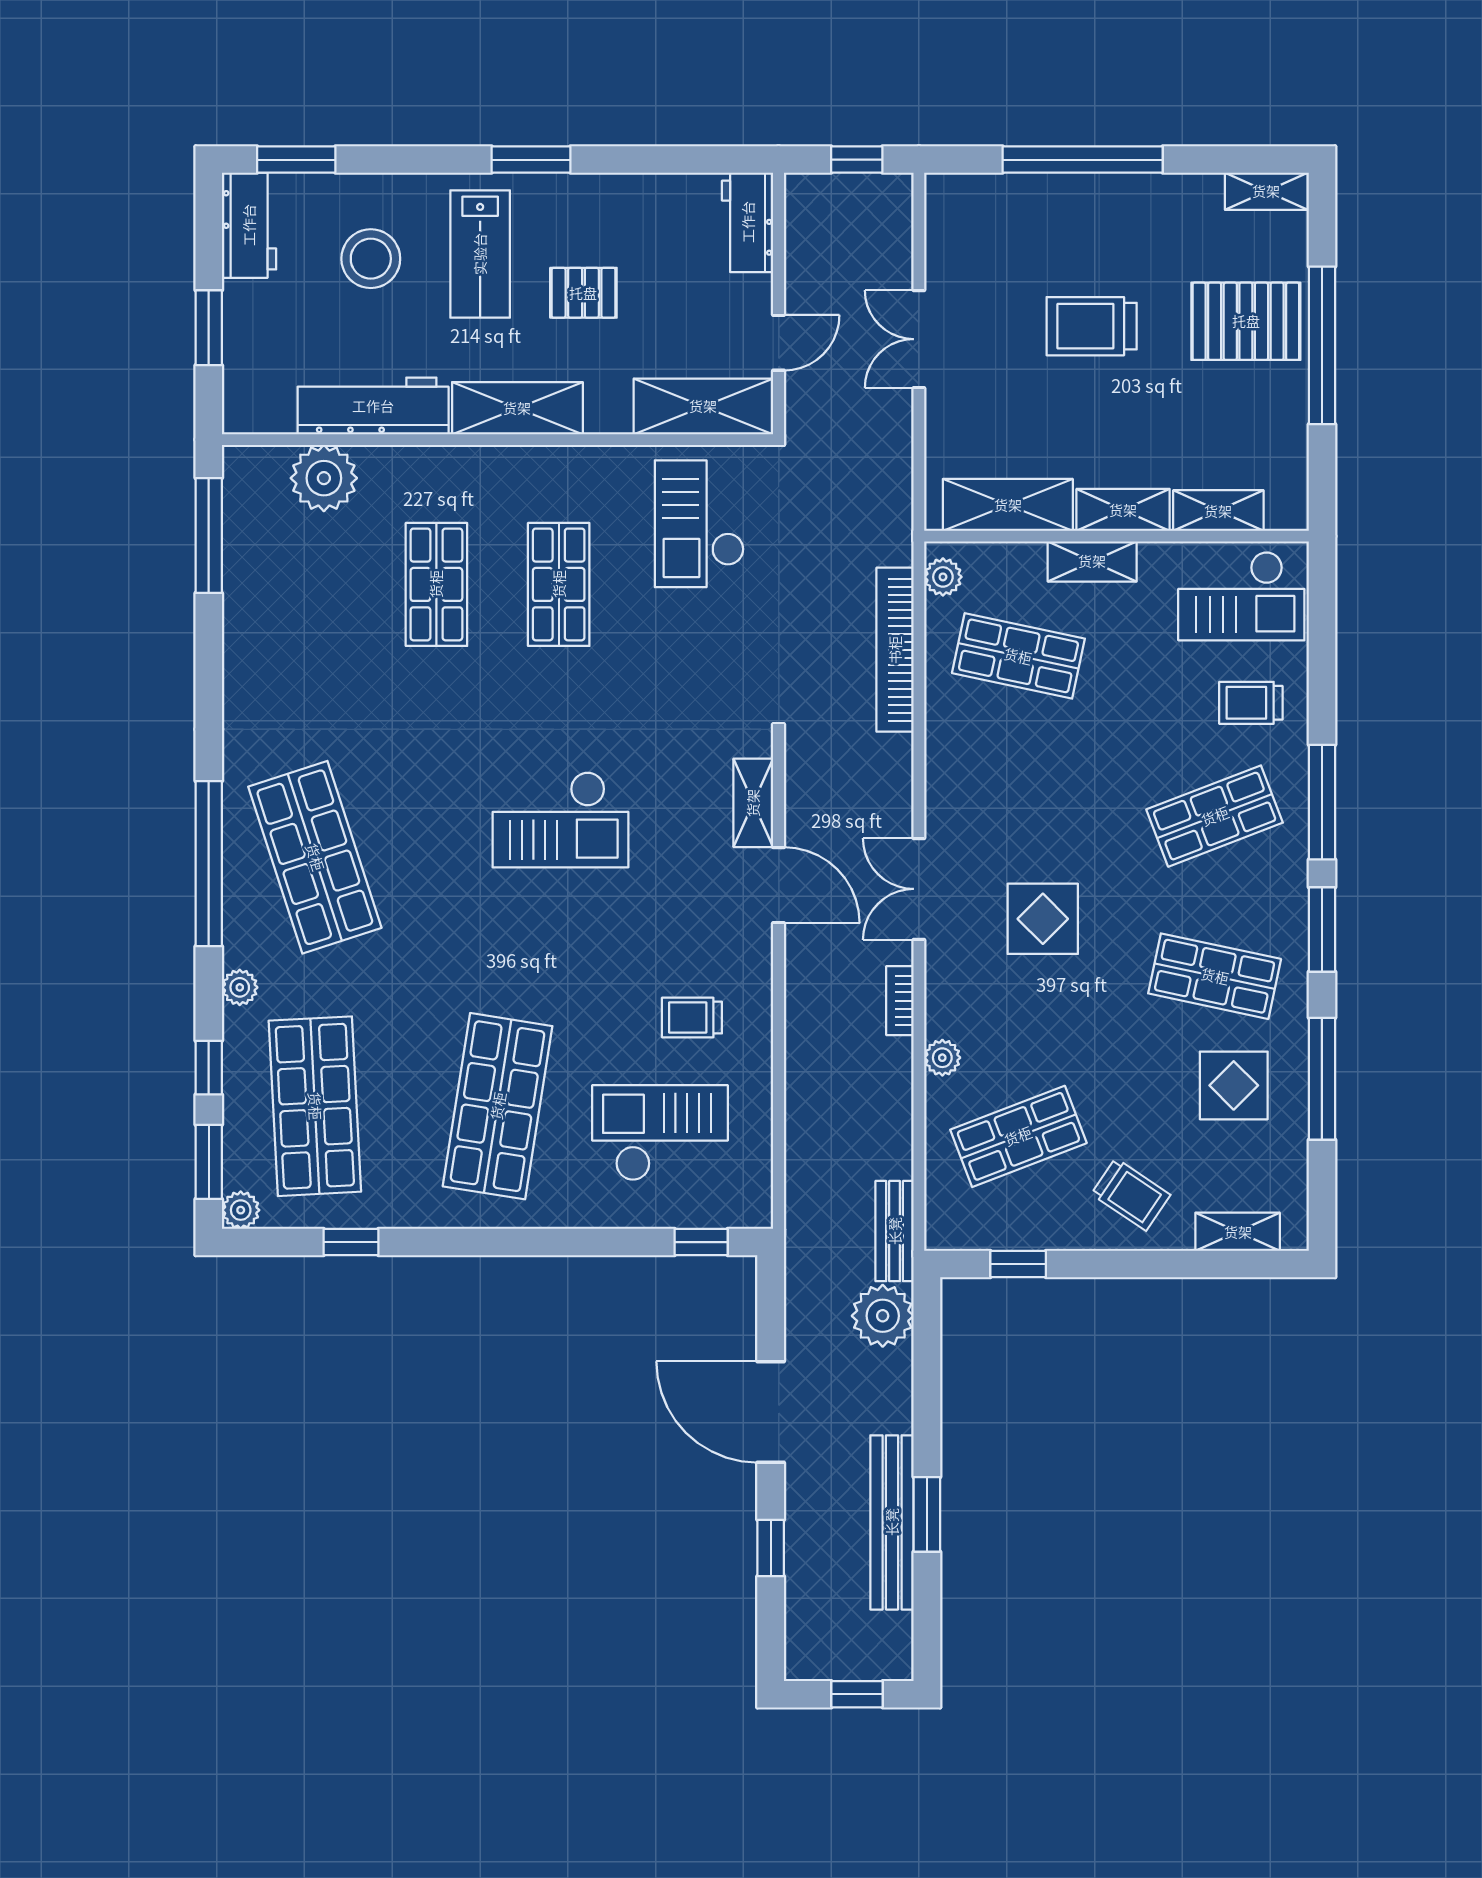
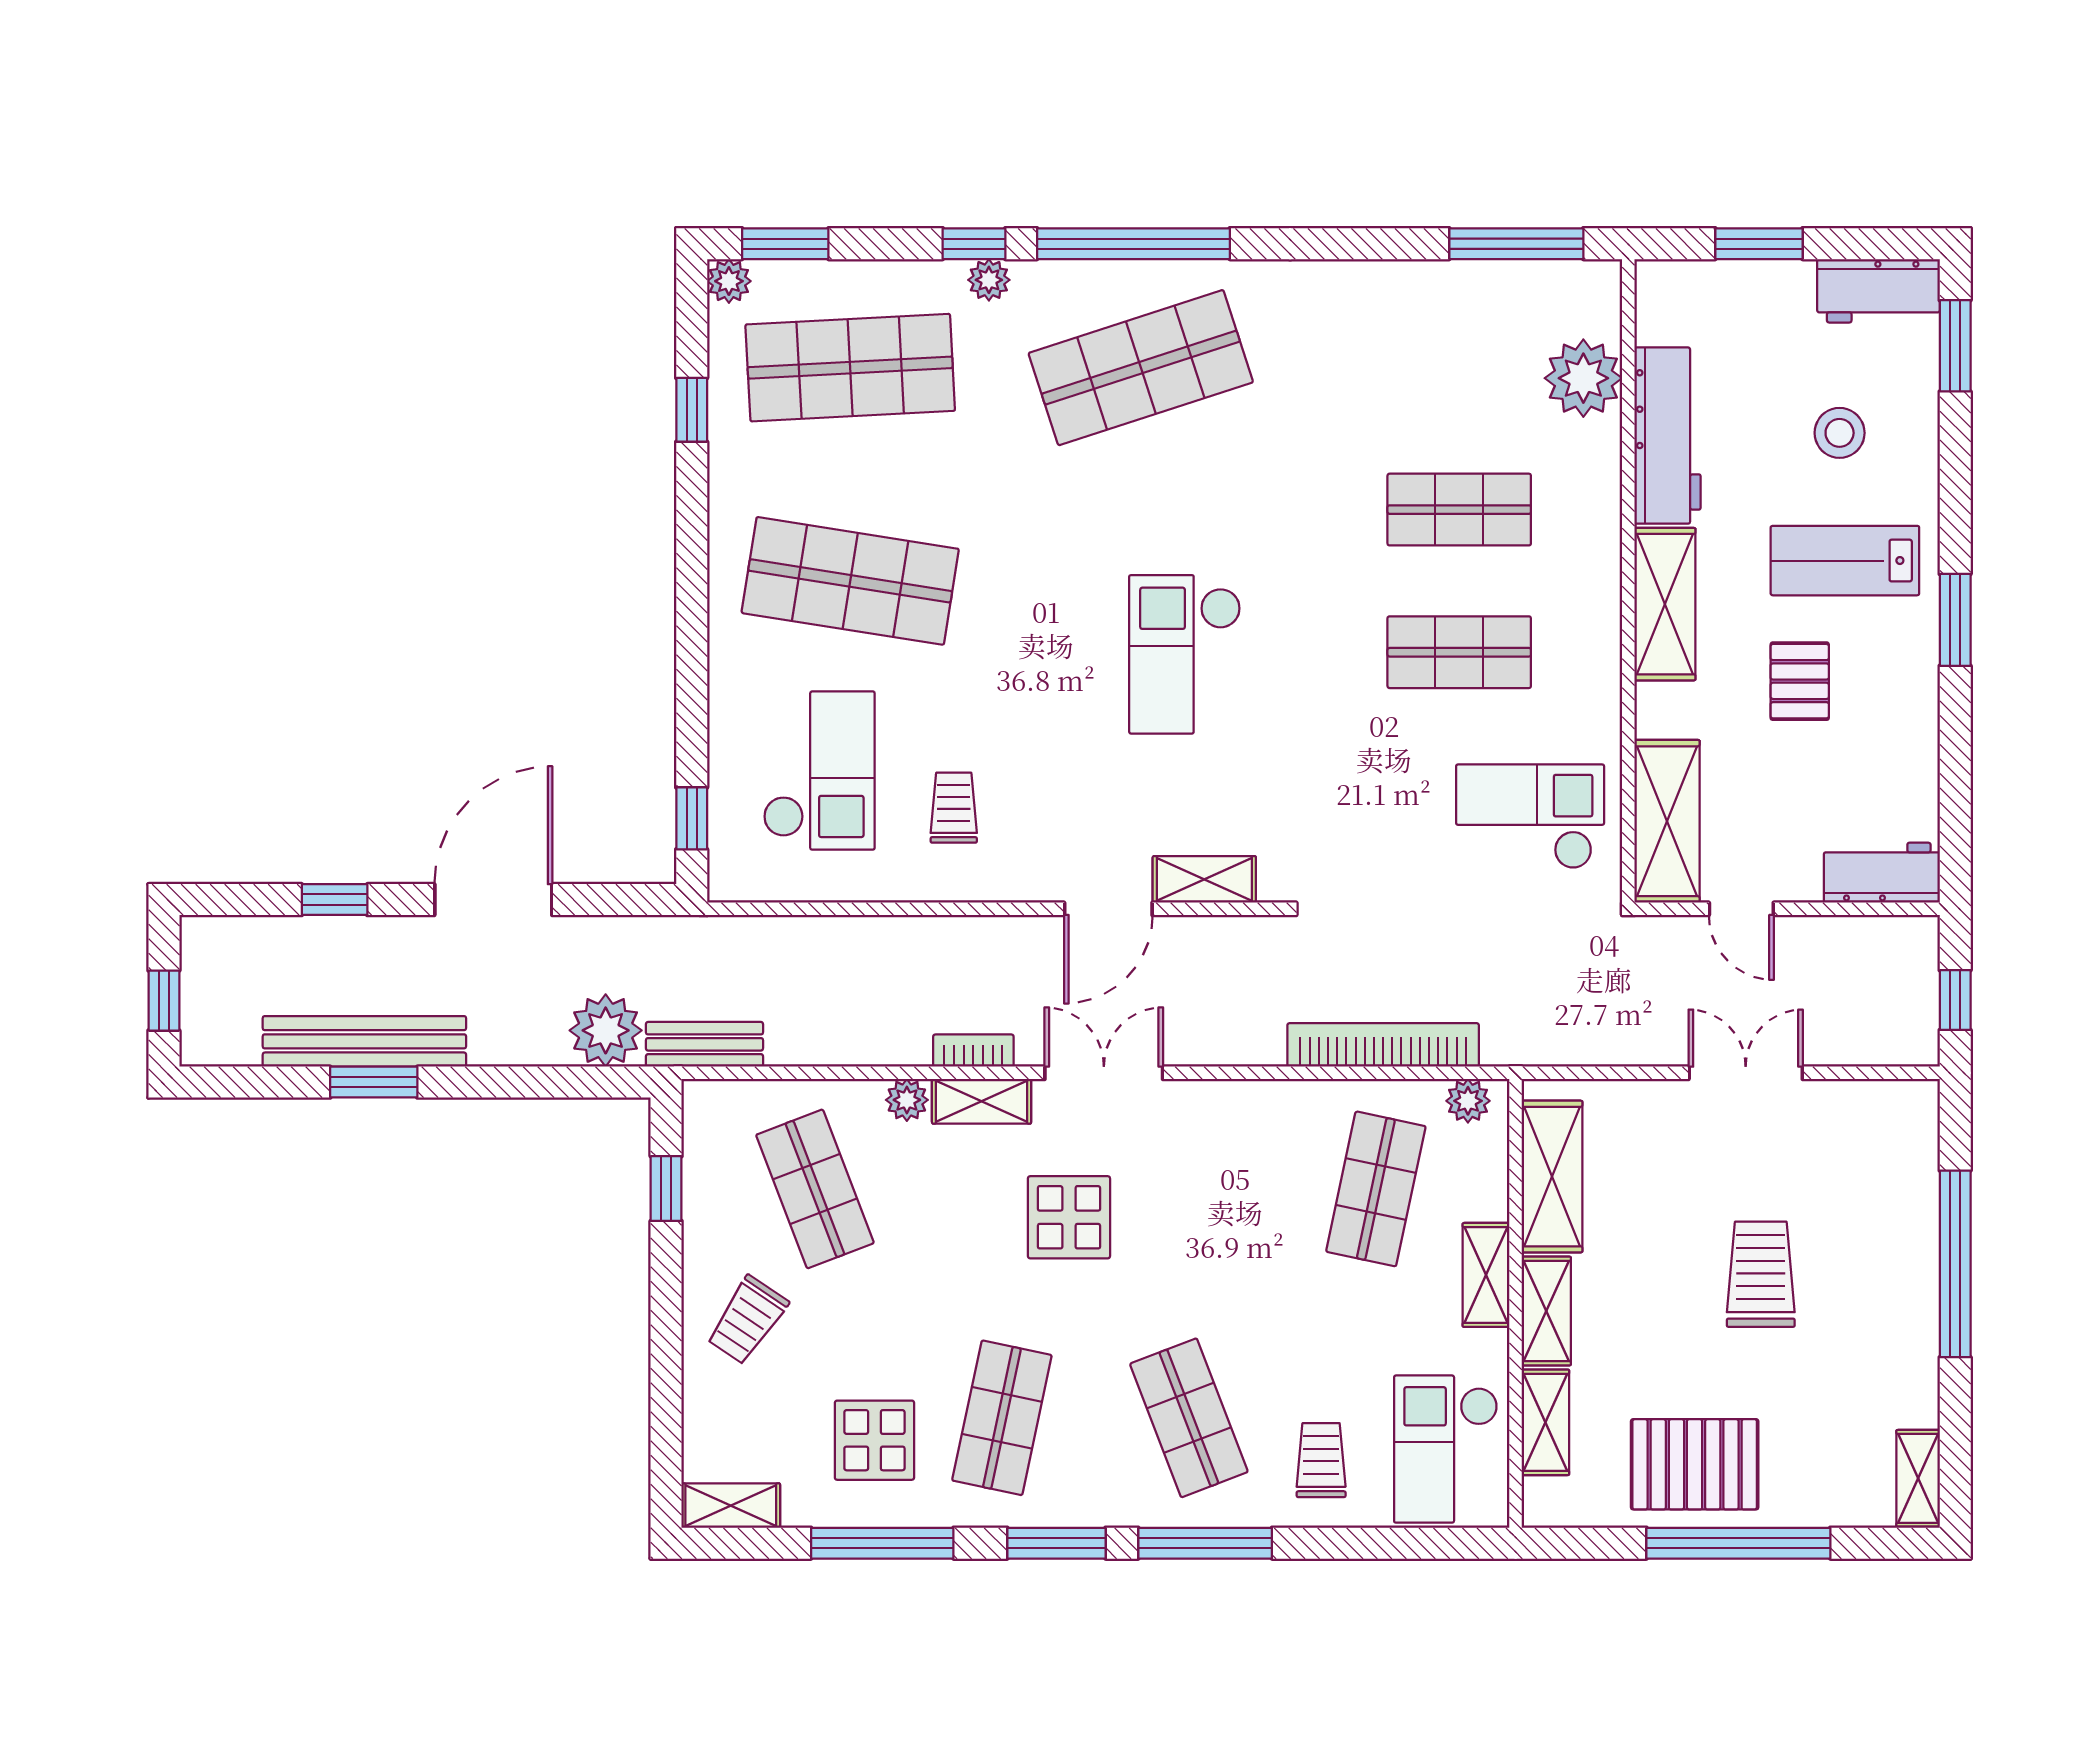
stool: (371, 259) -> (1840, 433), width x0.73, depth x0.73
pallet: (1246, 321) -> (1695, 1464), moved, turned 90
shelving: (943, 994) -> (982, 1101), added
window: (209, 1068) -> (974, 244), moved
shelving: (1238, 1232) -> (731, 1506), moved, turned 90

